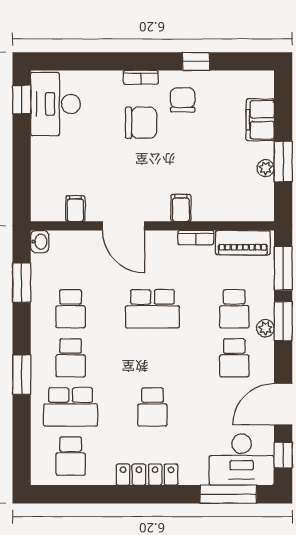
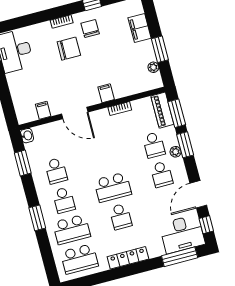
plant: (266, 168) -> (153, 67), moved
piano: (243, 243) -> (162, 110), moved, turned 90
school desk: (152, 309) -> (113, 187), moved
school desk: (71, 456) -> (79, 259), width x1.85

